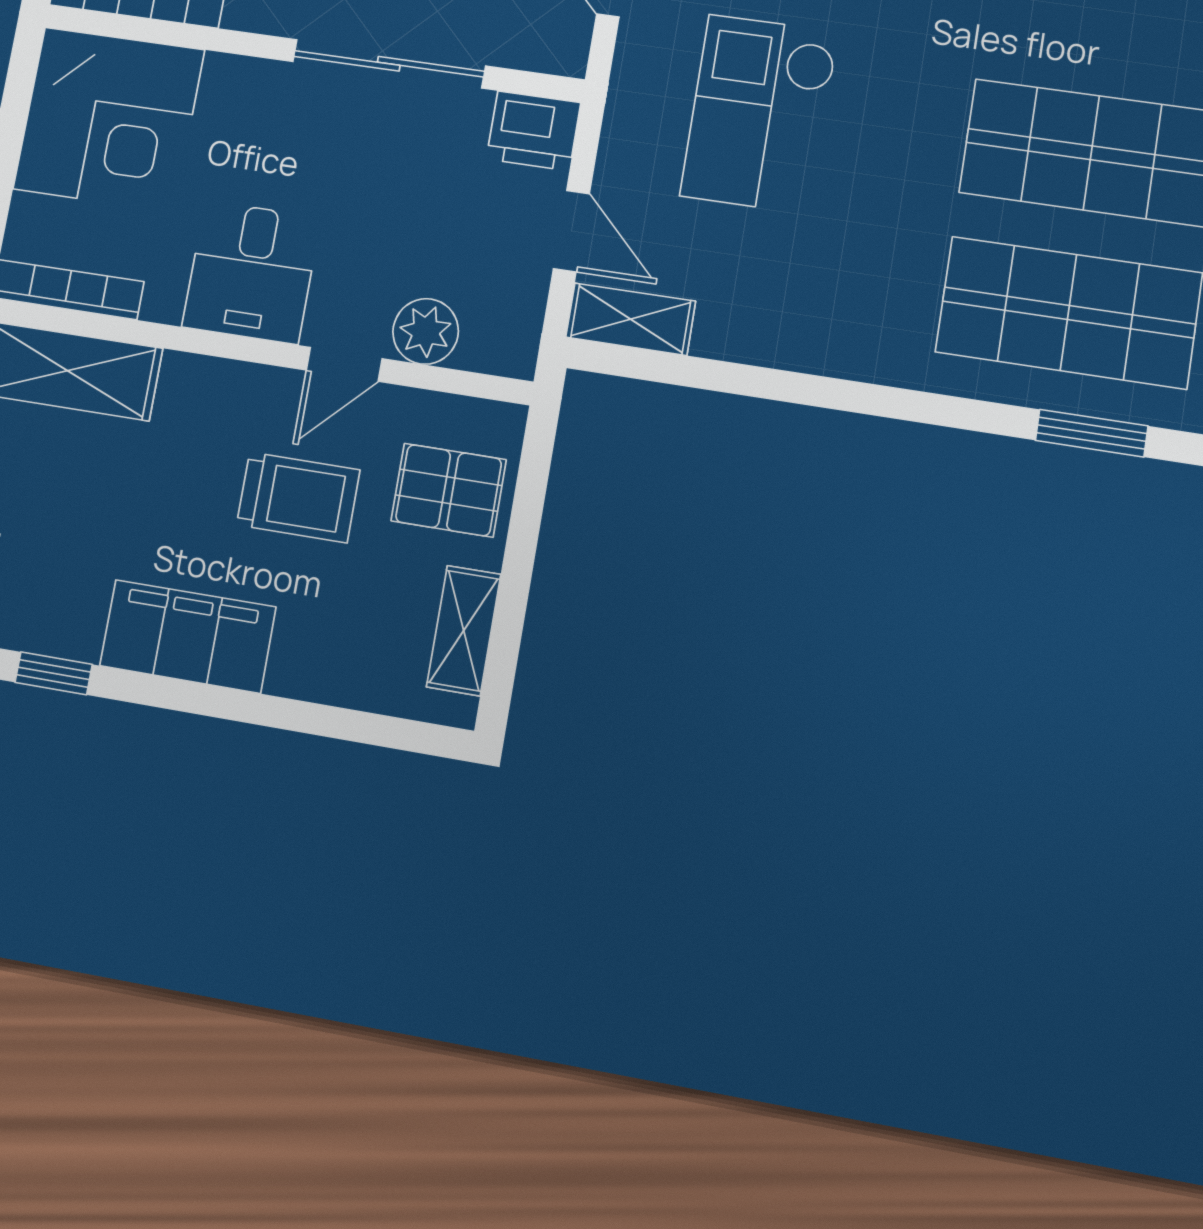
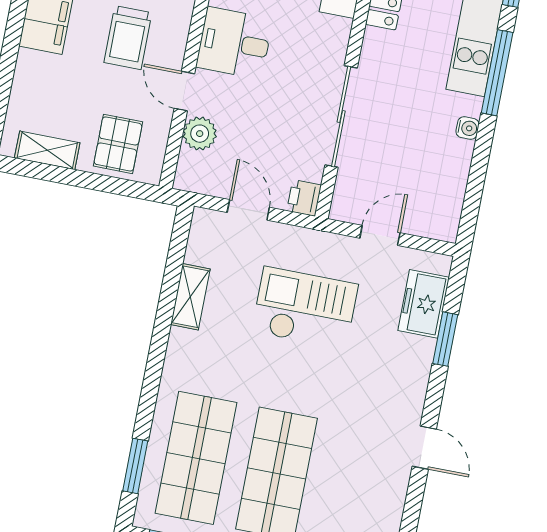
printer: (533, 131) -> (304, 198), width x0.73, depth x0.81
door: (571, 231) -> (248, 210), swing flipped
shelving: (631, 319) -> (190, 297), moved
trolley: (298, 497) -> (128, 38), moved

